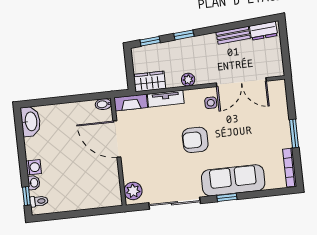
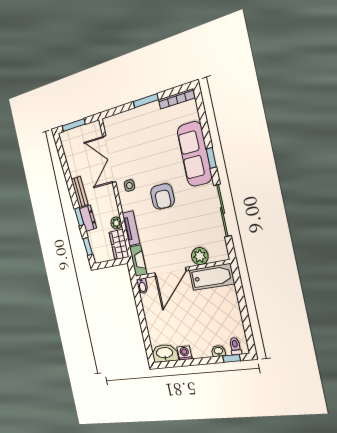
dresser: (264, 31) -> (88, 218), moved
bench: (233, 35) -> (80, 192), moved
window: (284, 42) -> (74, 125), added
plant: (188, 80) -> (116, 223), moved
double door: (241, 82) -> (109, 159), swing flipped
washing machine: (34, 167) -> (184, 353), moved
bathtub: (110, 184) -> (212, 277), added
plant: (133, 191) -> (200, 256), moved

